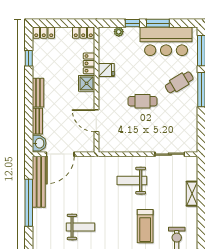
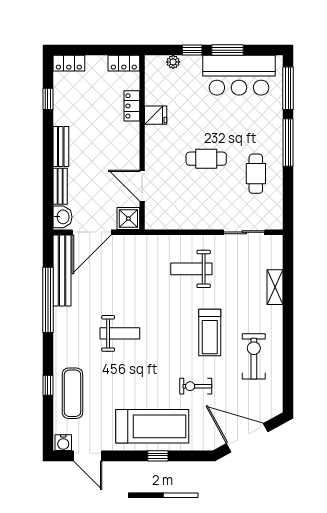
cafe table: (179, 82) -> (256, 174), moved, turned -59
shower: (87, 83) -> (128, 219), moved

